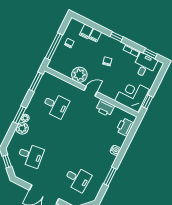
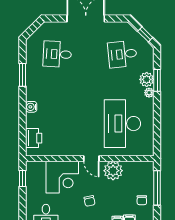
window: (36, 82) -> (157, 139), removed
door: (91, 91) -> (91, 159), hinge flipped
corner desk: (132, 95) -> (62, 177), moved
desk: (56, 105) -> (122, 124), width x1.87, depth x1.30
printer: (105, 108) -> (66, 148), removed
window: (20, 115) -> (157, 80), moved

